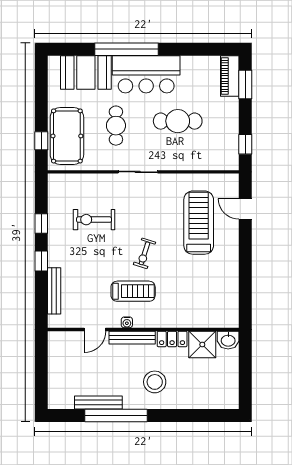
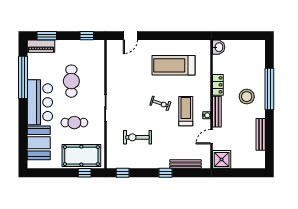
window: (126, 49) -> (23, 77), moved
exercise bike: (94, 220) -> (138, 137), turned 90
window: (41, 223) -> (123, 173), moved
treadmill: (199, 223) -> (174, 65), moved
door: (95, 330) -> (211, 137), swing flipped
shower: (202, 345) -> (222, 159), moved
window: (116, 416) -> (269, 89), moved

